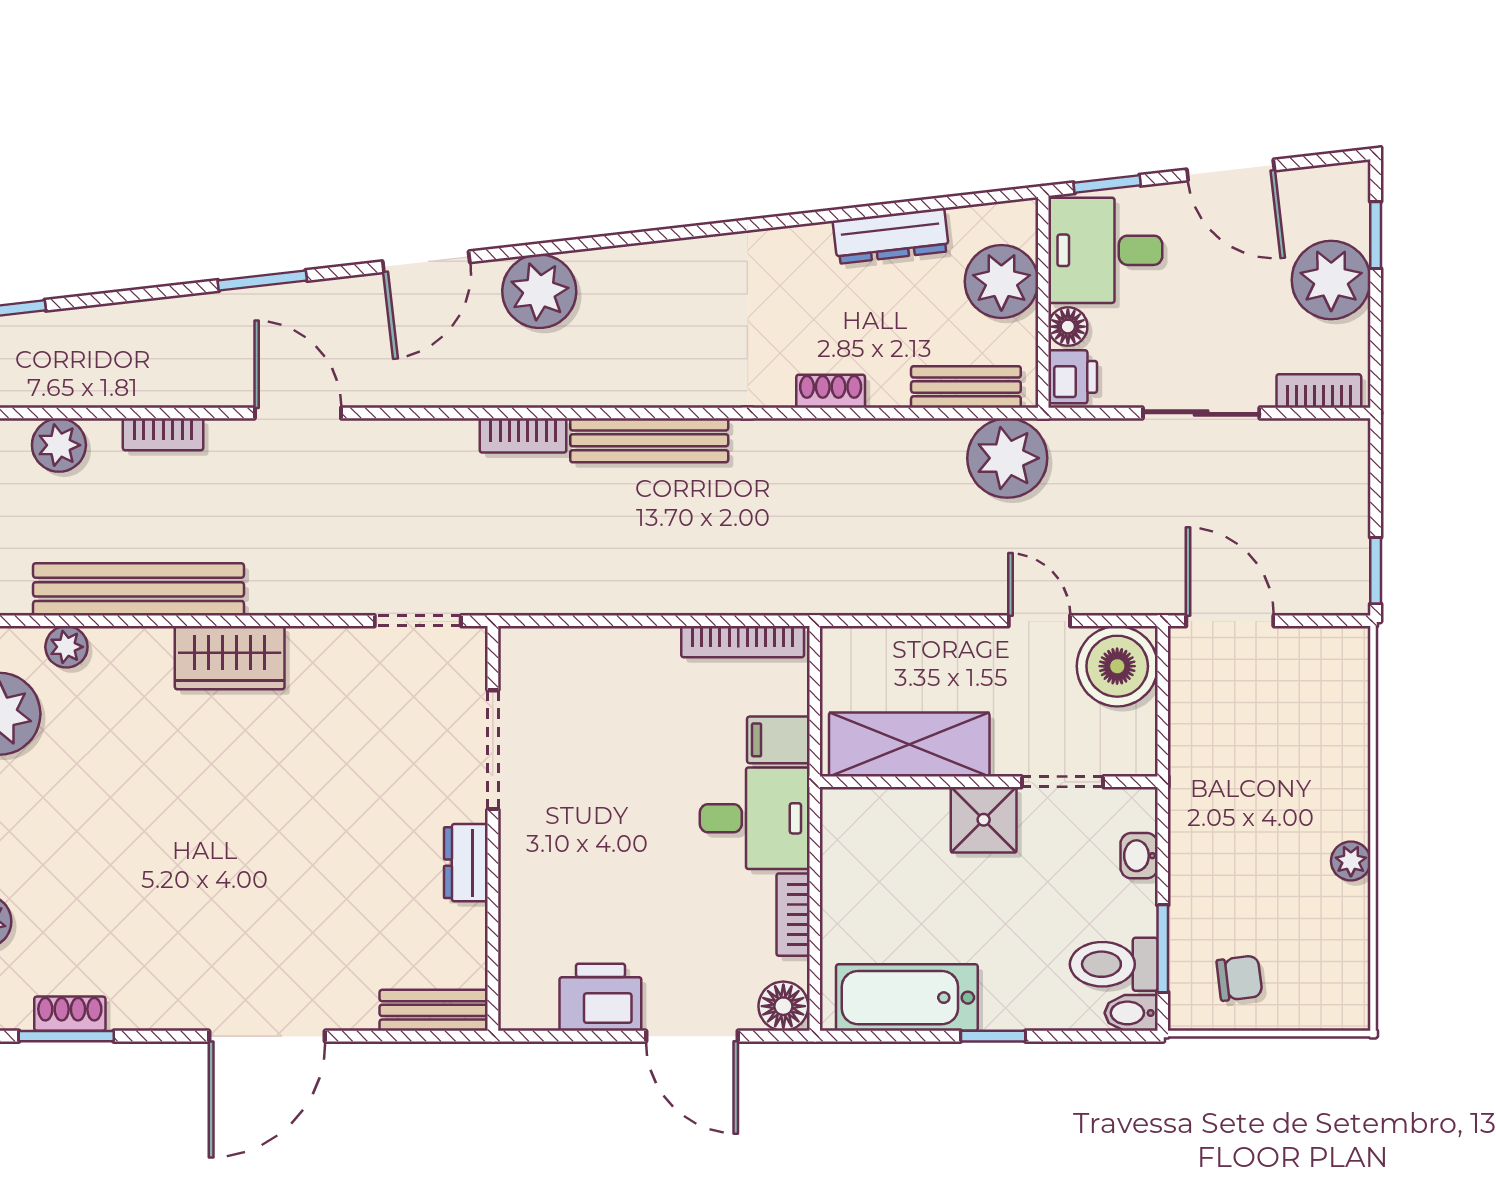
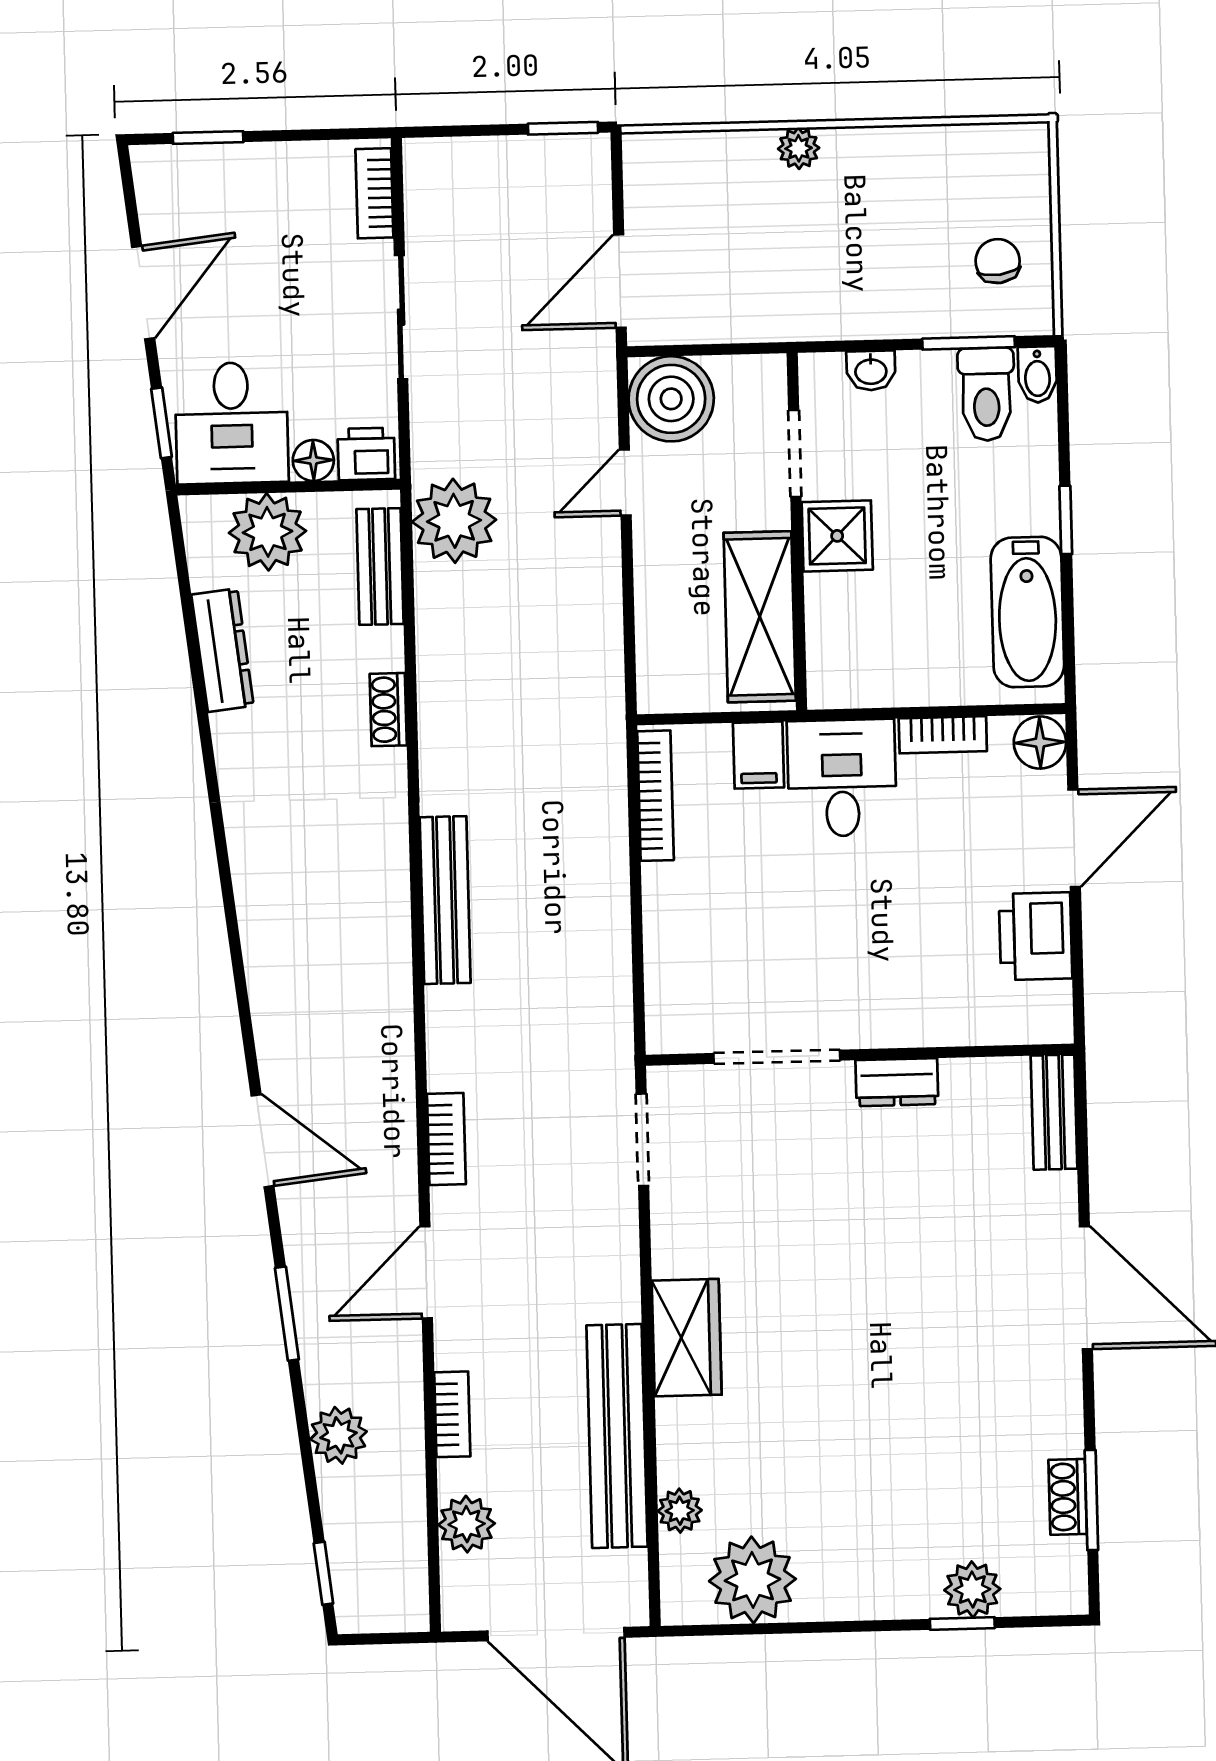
plant: (1331, 280) -> (257, 183), removed
plant: (539, 291) -> (339, 1435), moved, width x0.73, depth x0.73
bookcase: (523, 435) -> (446, 1139), moved
plant: (1351, 861) -> (799, 148), moved

